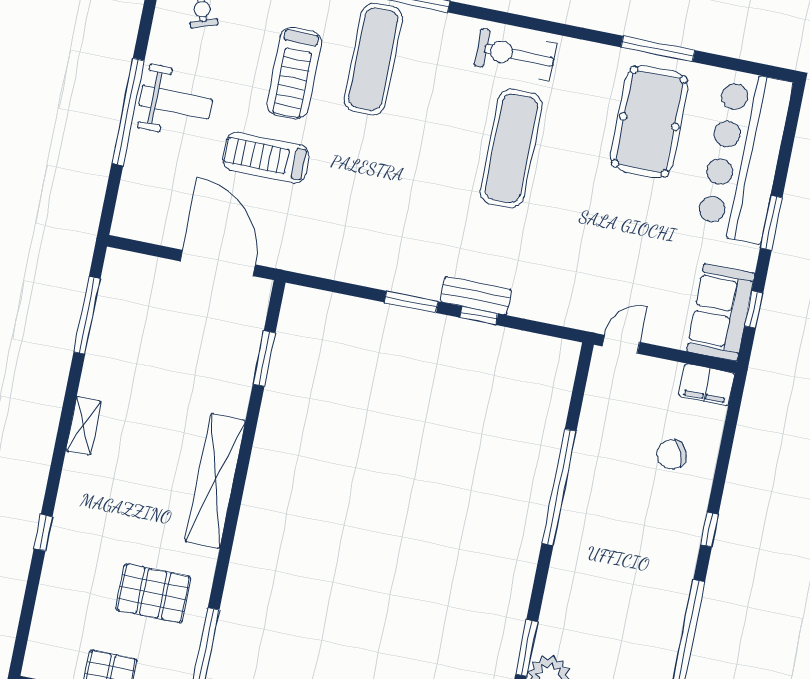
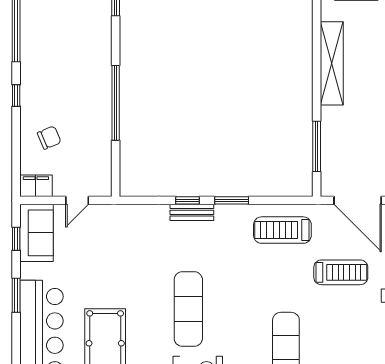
treadmill: (294, 73) -> (282, 230), moved, turned -90
door: (621, 344) -> (77, 200), moved
window: (264, 358) -> (317, 146), width x1.44

